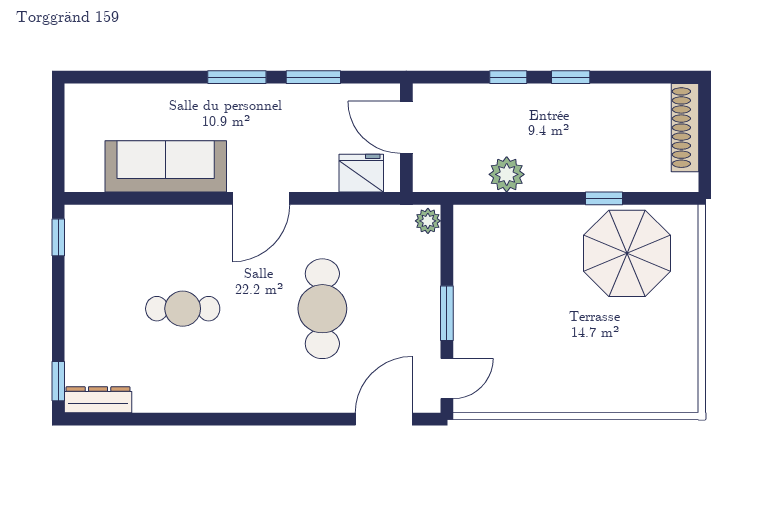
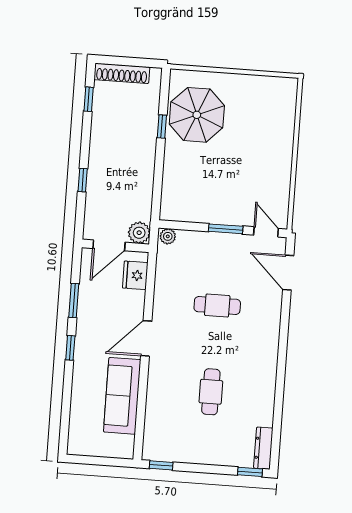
window: (237, 77) -> (70, 348), width x0.67
window: (571, 77) -> (89, 99), moved
plant: (507, 174) -> (139, 233), moved
door: (261, 198) -> (146, 338), swing flipped
cafe table: (322, 309) -> (217, 306), width x0.73, depth x0.74

